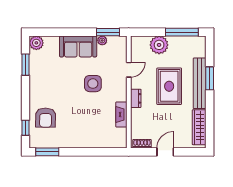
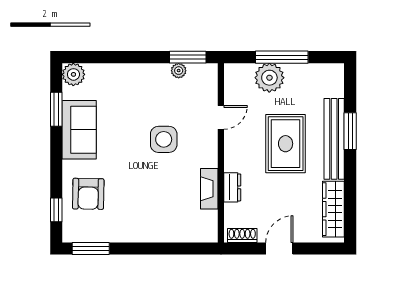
window: (182, 32) -> (282, 57), moved
sofa: (78, 46) -> (79, 130), moved, turned -90
dresser: (136, 98) -> (232, 187), moved

